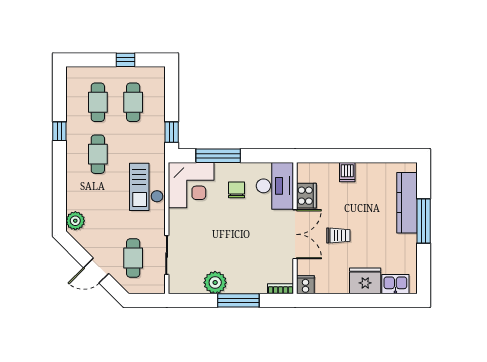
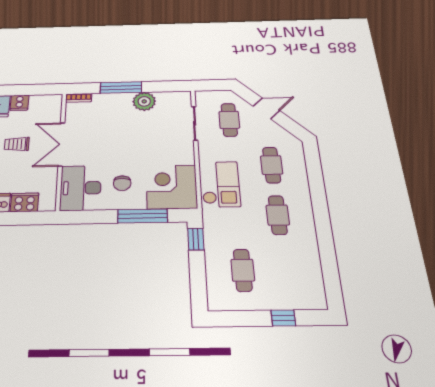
window: (125, 60) -> (283, 318), moved
cafe table: (98, 102) -> (272, 165), moved
window: (59, 131) -> (325, 238), removed
cooker: (306, 196) -> (25, 202), moved, turned 90
plant: (75, 221) -> (294, 151), removed
cooker: (305, 285) -> (19, 103), moved

